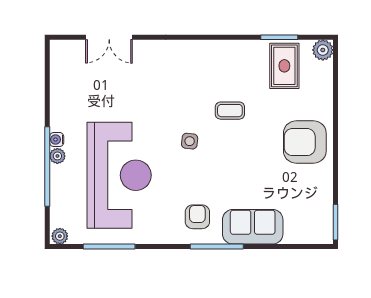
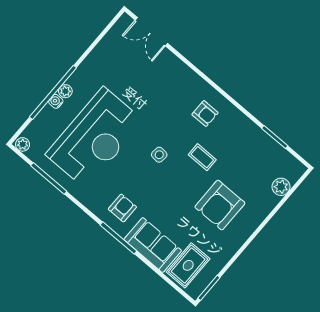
double door: (109, 37) -> (151, 32), moved
plant: (323, 50) -> (281, 187), moved
rug: (284, 66) -> (188, 265), moved
armchair: (199, 70) -> (205, 114), added
water cooler: (57, 140) -> (56, 101), moved
armchair: (305, 142) -> (220, 205), moved, turned -90

